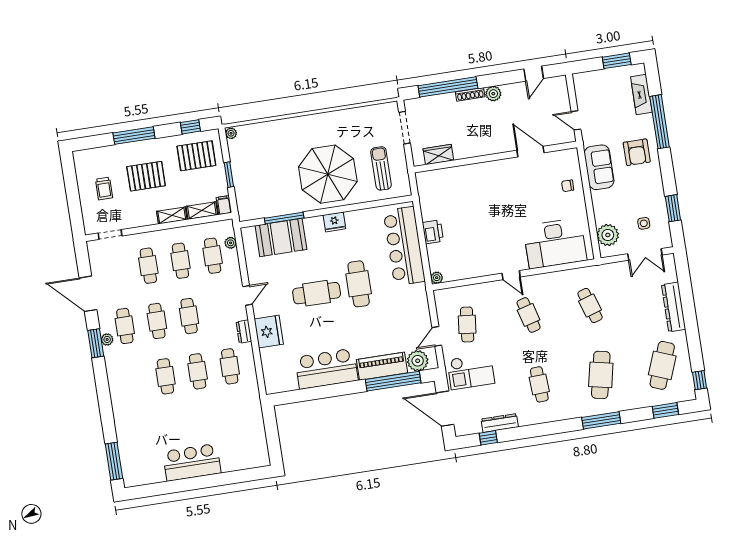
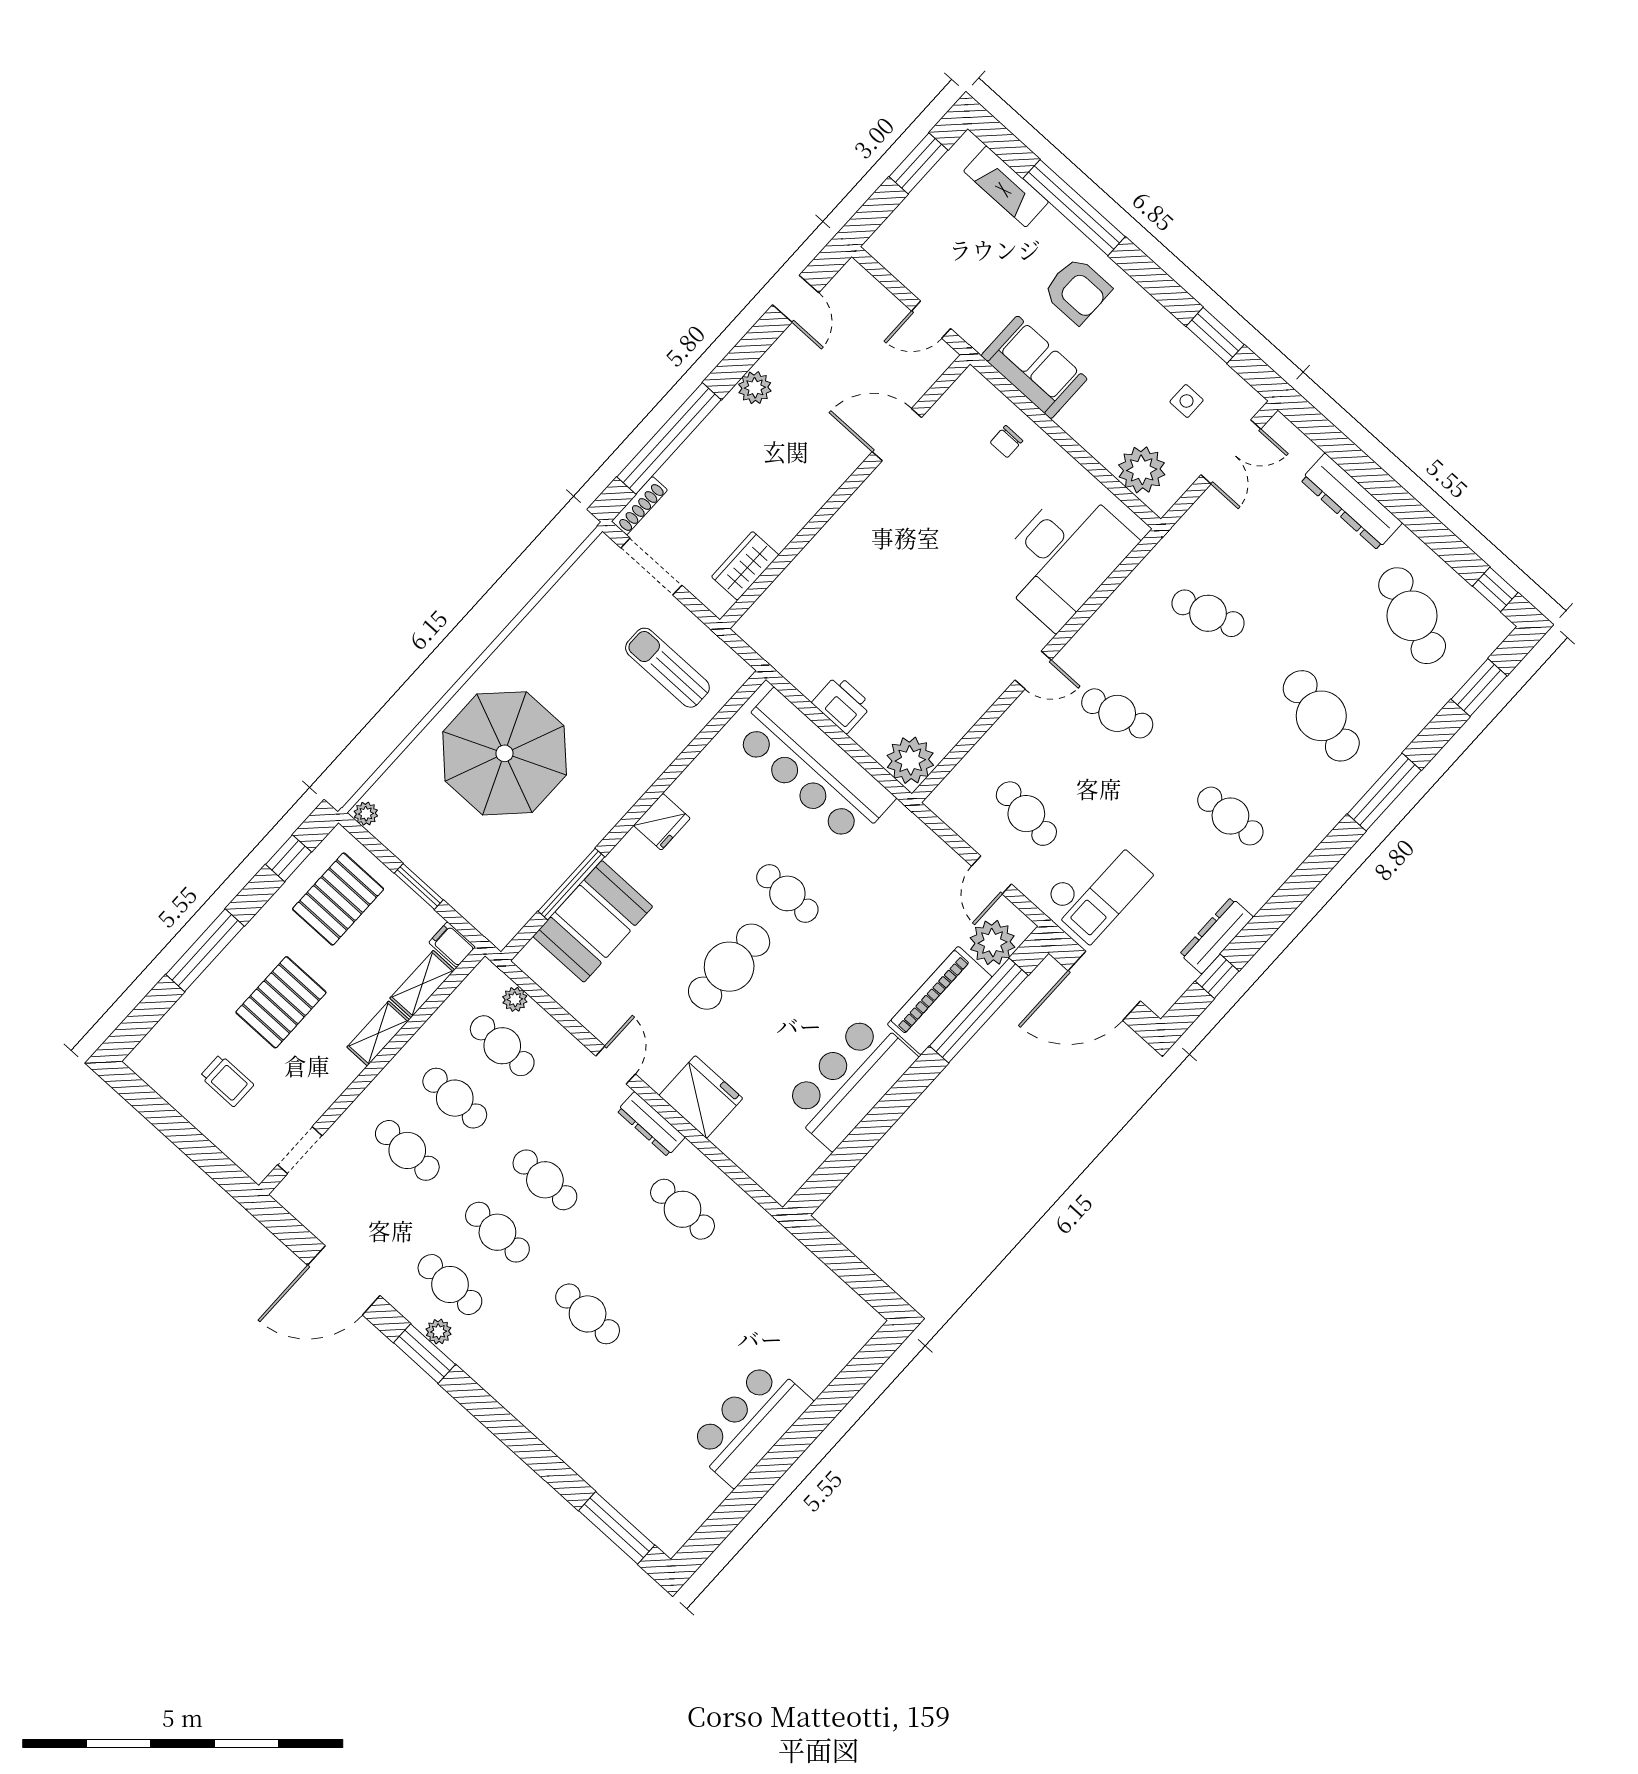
shoe rack: (470, 94) -> (639, 506), moved
parasol: (328, 174) -> (505, 753), moved
plant: (437, 278) -> (910, 760), width x1.88, depth x1.88
cafe table: (359, 284) -> (787, 893), width x0.73, depth x0.74
dresser: (244, 332) -> (651, 1124), width x1.44
cafe table: (198, 371) -> (635, 1262), removed

